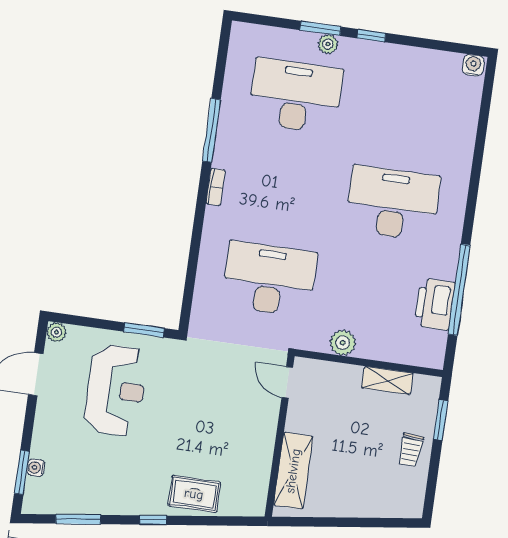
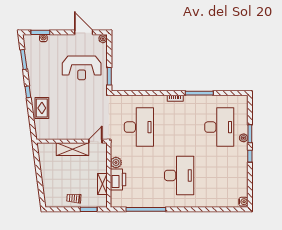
printer: (435, 304) -> (118, 180), moved, turned 90
shelving: (293, 471) -> (73, 149), moved

